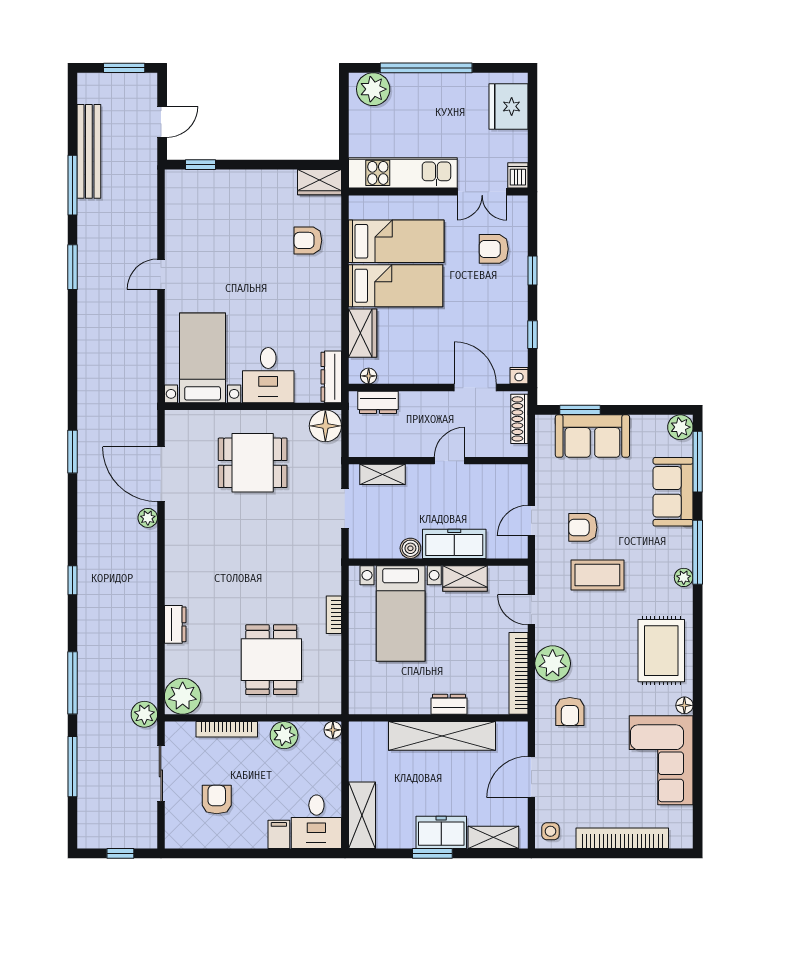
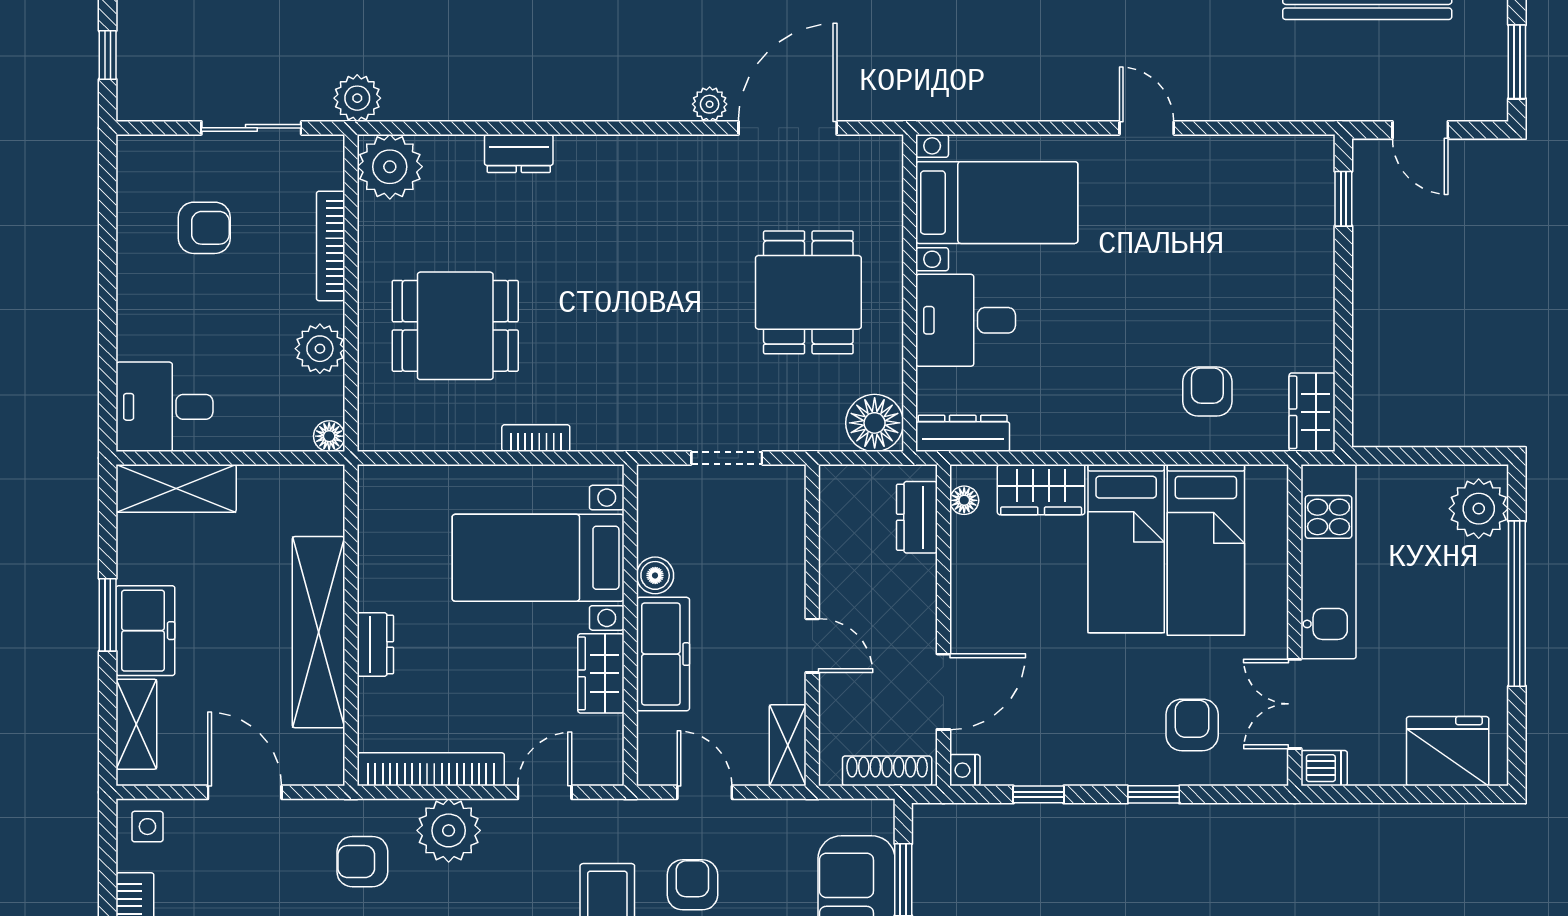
shelving: (382, 474) -> (788, 745), moved
filing cabinet: (279, 834) -> (142, 339), removed

